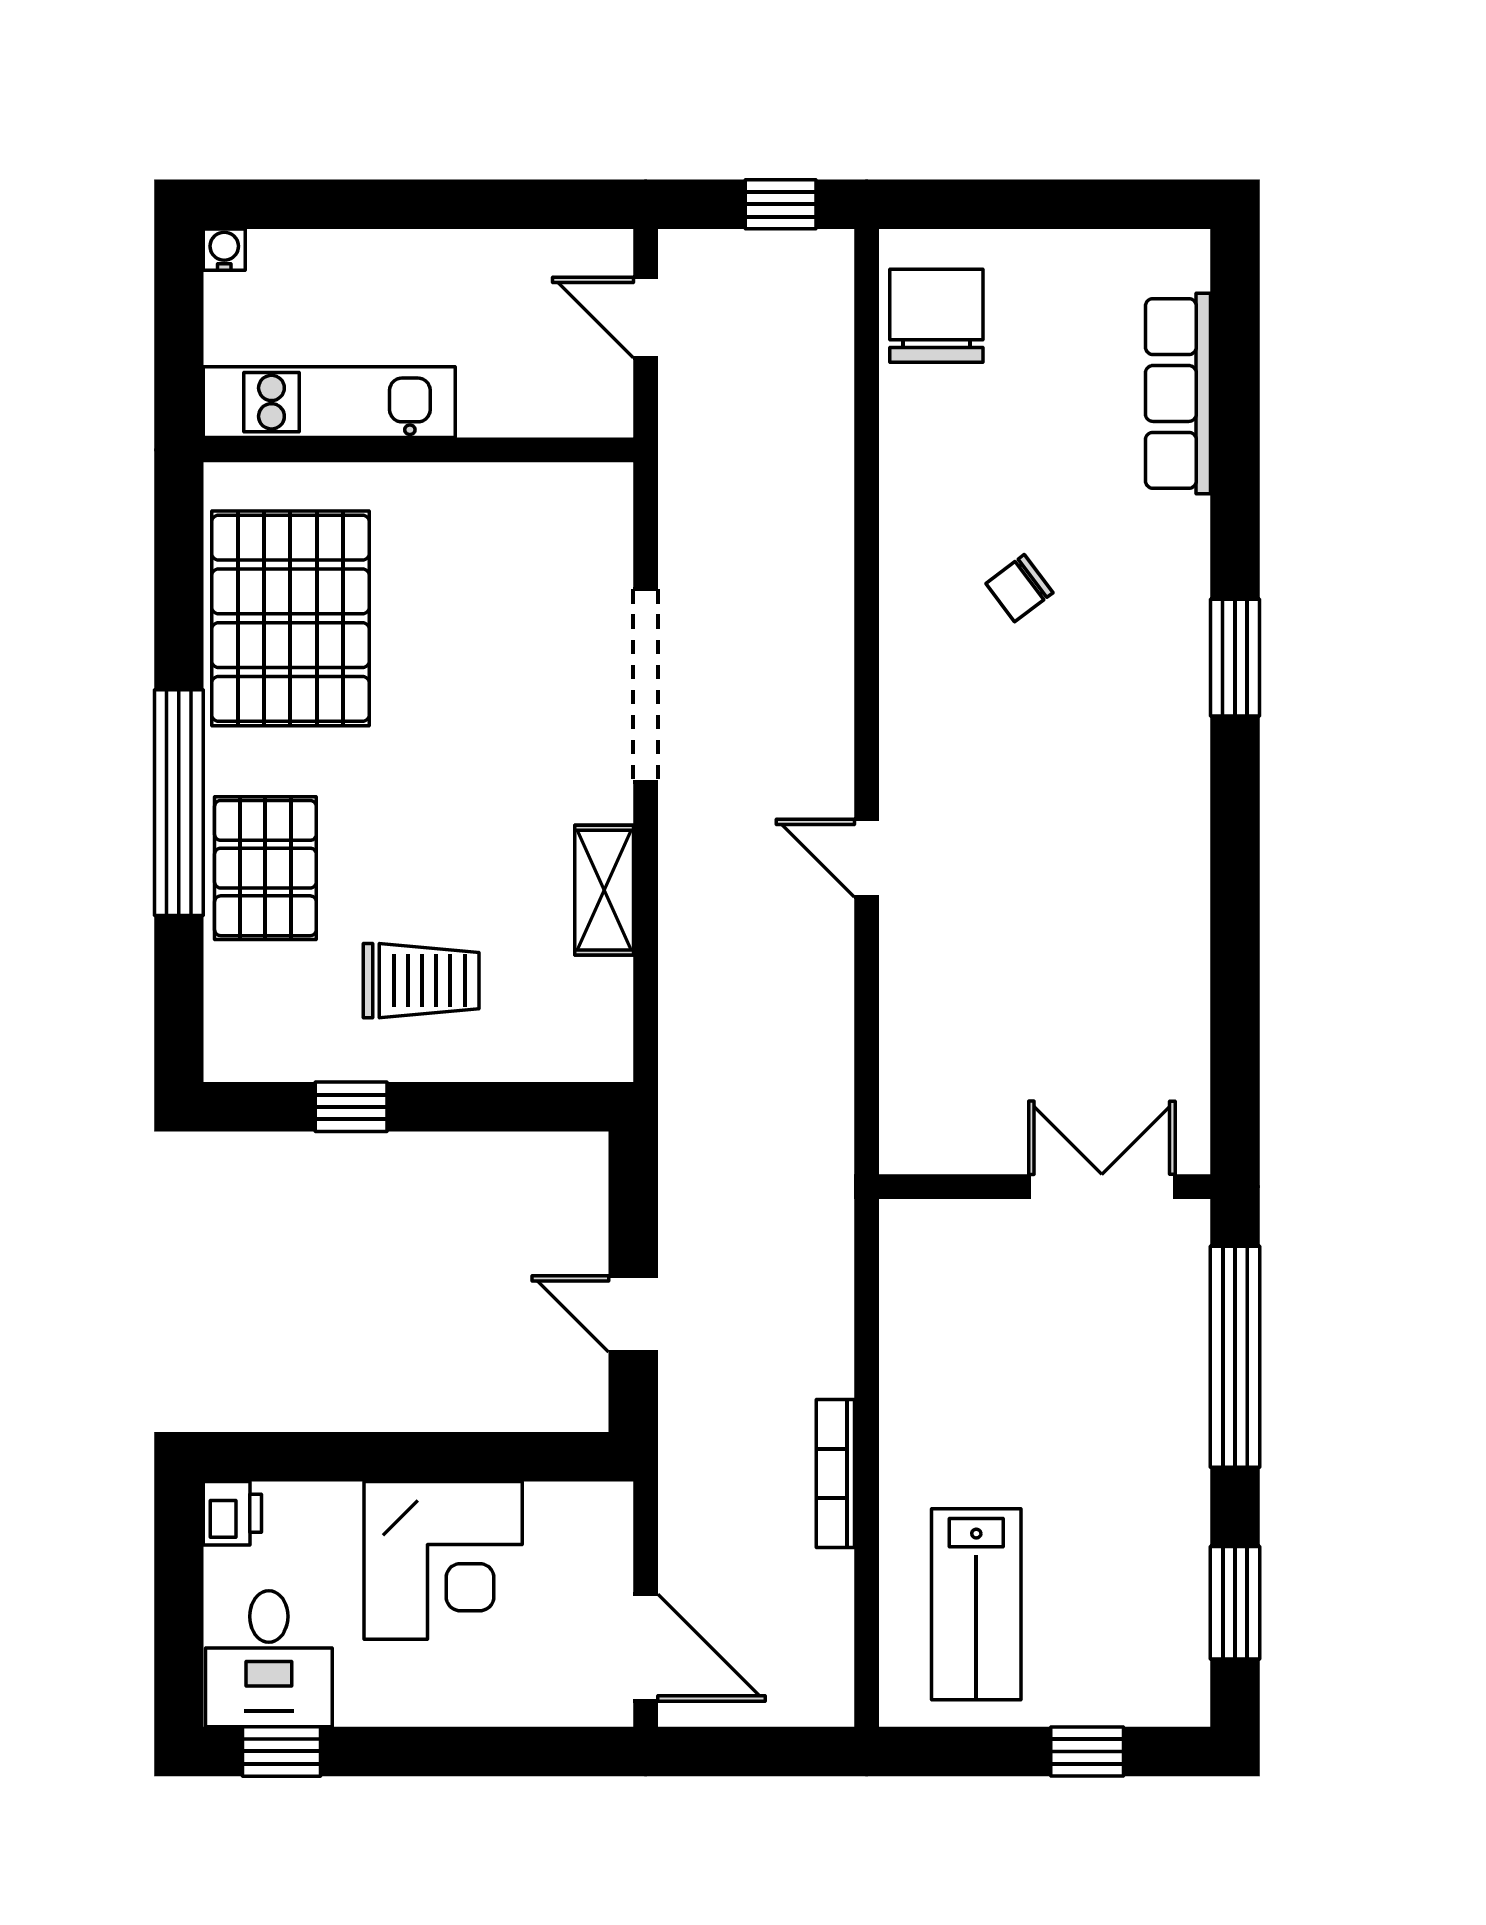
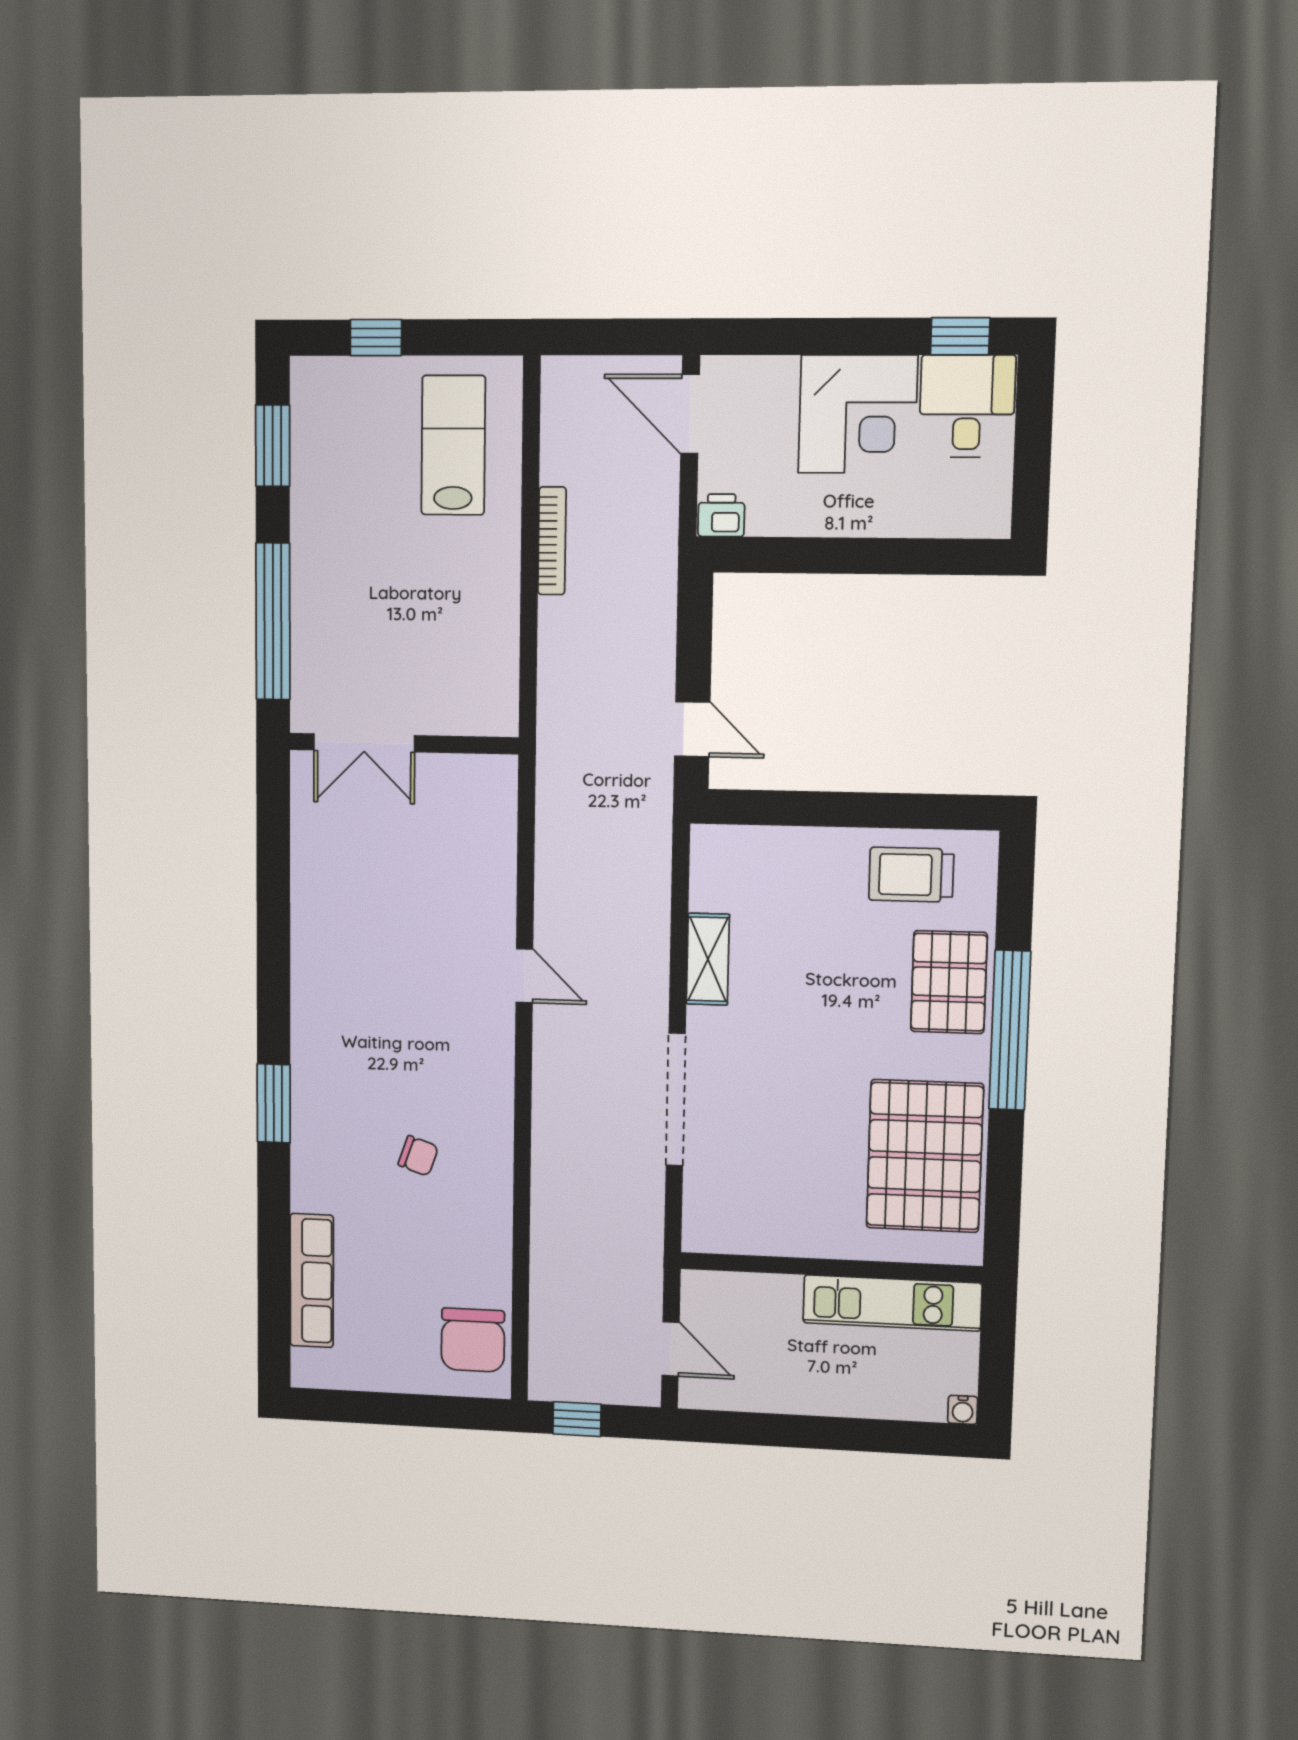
chair: (1019, 588) -> (418, 1156), turned 56
trolley: (421, 981) -> (911, 875), moved
window: (351, 1107) -> (893, 811), removed
door: (633, 1314) -> (692, 729), moved
printer: (232, 1513) -> (721, 515), moved, turned 90
corner desk: (443, 1560) -> (858, 414), moved, turned 180

